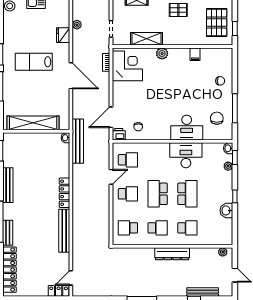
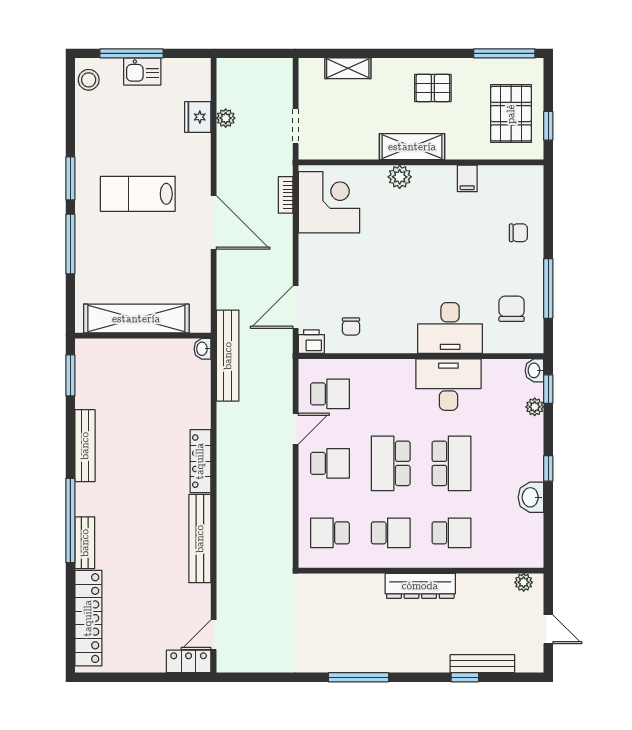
fridge: (63, 35) -> (198, 117), moved
shelving: (147, 39) -> (412, 147), moved

